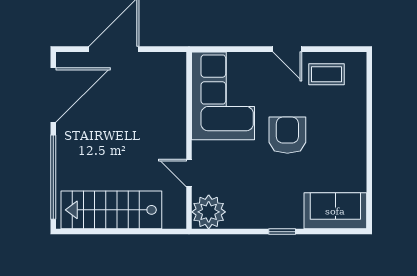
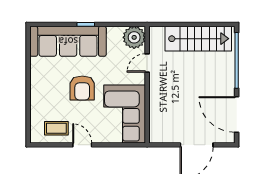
door: (53, 95) -> (237, 114), hinge flipped
door: (189, 173) -> (147, 63), swing flipped
sofa: (335, 211) -> (68, 41), width x1.85, depth x1.27

